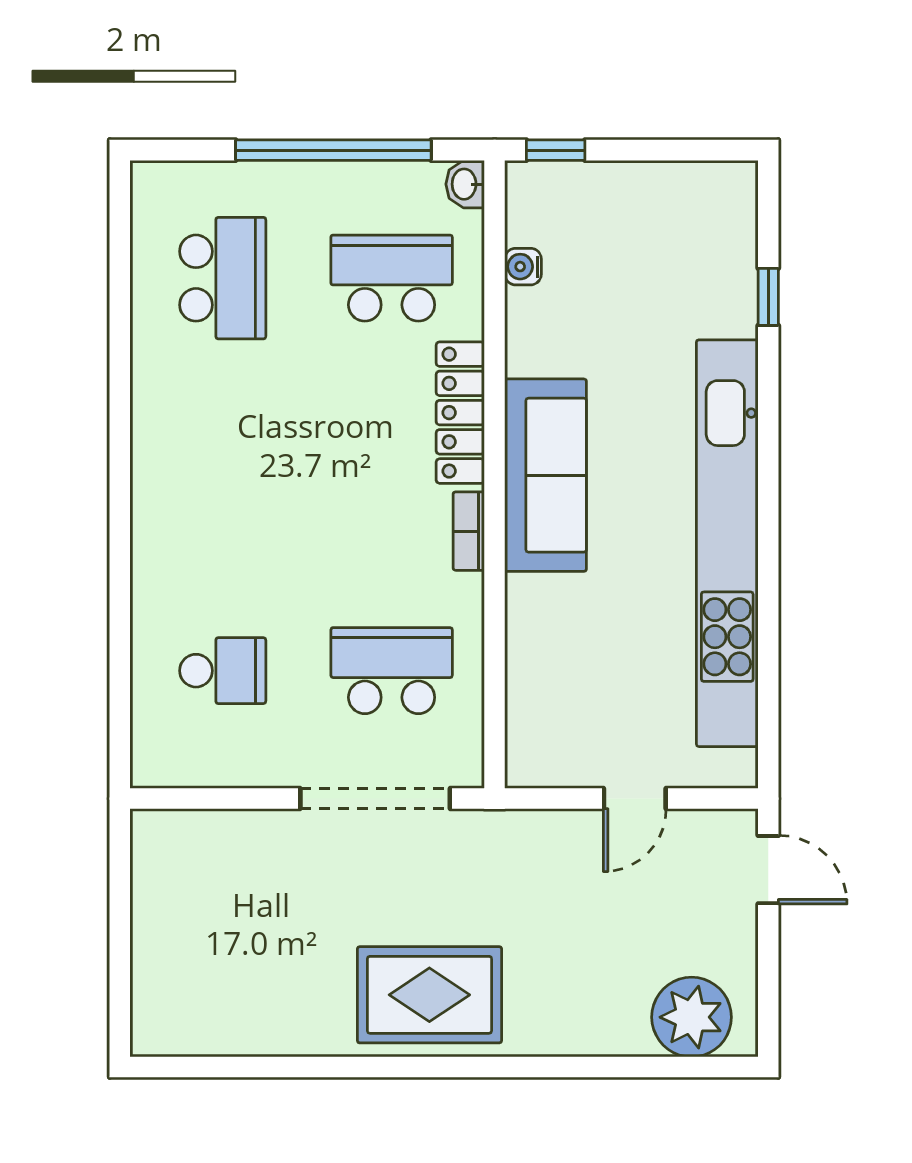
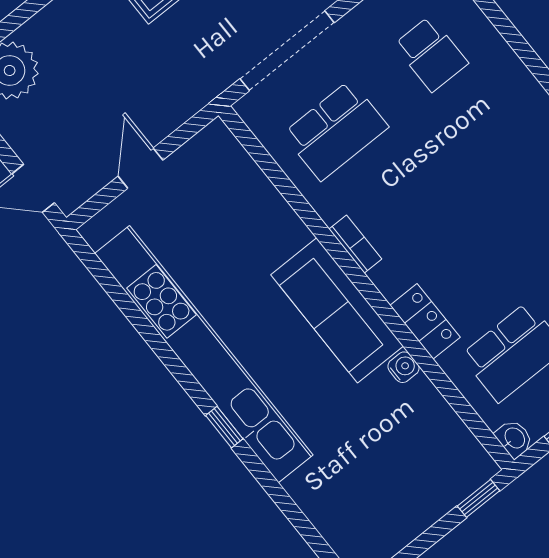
water cooler: (523, 267) -> (403, 367), moved
window: (768, 297) -> (224, 427), moved
locker: (460, 413) -> (425, 321), width x0.66
school desk: (223, 671) -> (431, 54), turned -90

